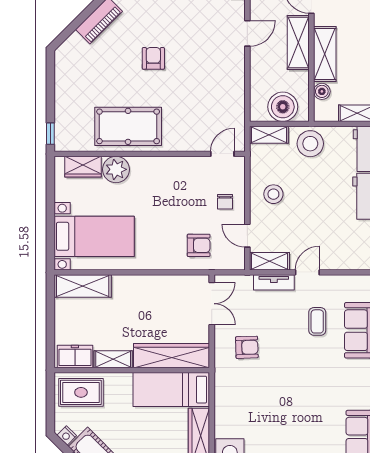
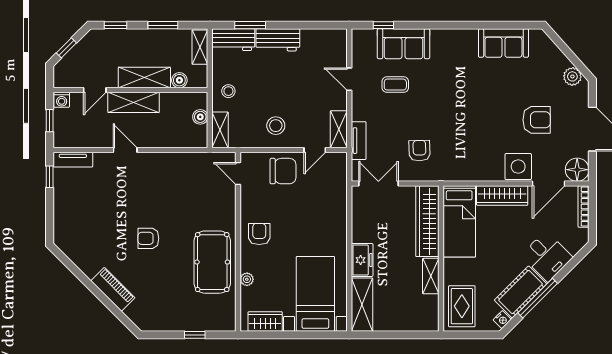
boiler: (283, 107) -> (200, 117), width x0.54, depth x0.54
window: (50, 134) -> (195, 335), moved
stool: (310, 144) -> (228, 91), width x0.53, depth x0.53
wardrobe: (83, 167) -> (265, 322), moved, turned -90
plant: (116, 169) -> (247, 279), width x0.53, depth x0.53
chair: (225, 202) -> (283, 171), width x1.87, depth x1.87
armchair: (199, 245) -> (259, 234), moved
door: (307, 272) -> (349, 79), moved
tv unit: (274, 282) -> (359, 141), moved
freezer: (75, 356) -> (362, 260), moved, turned 180

